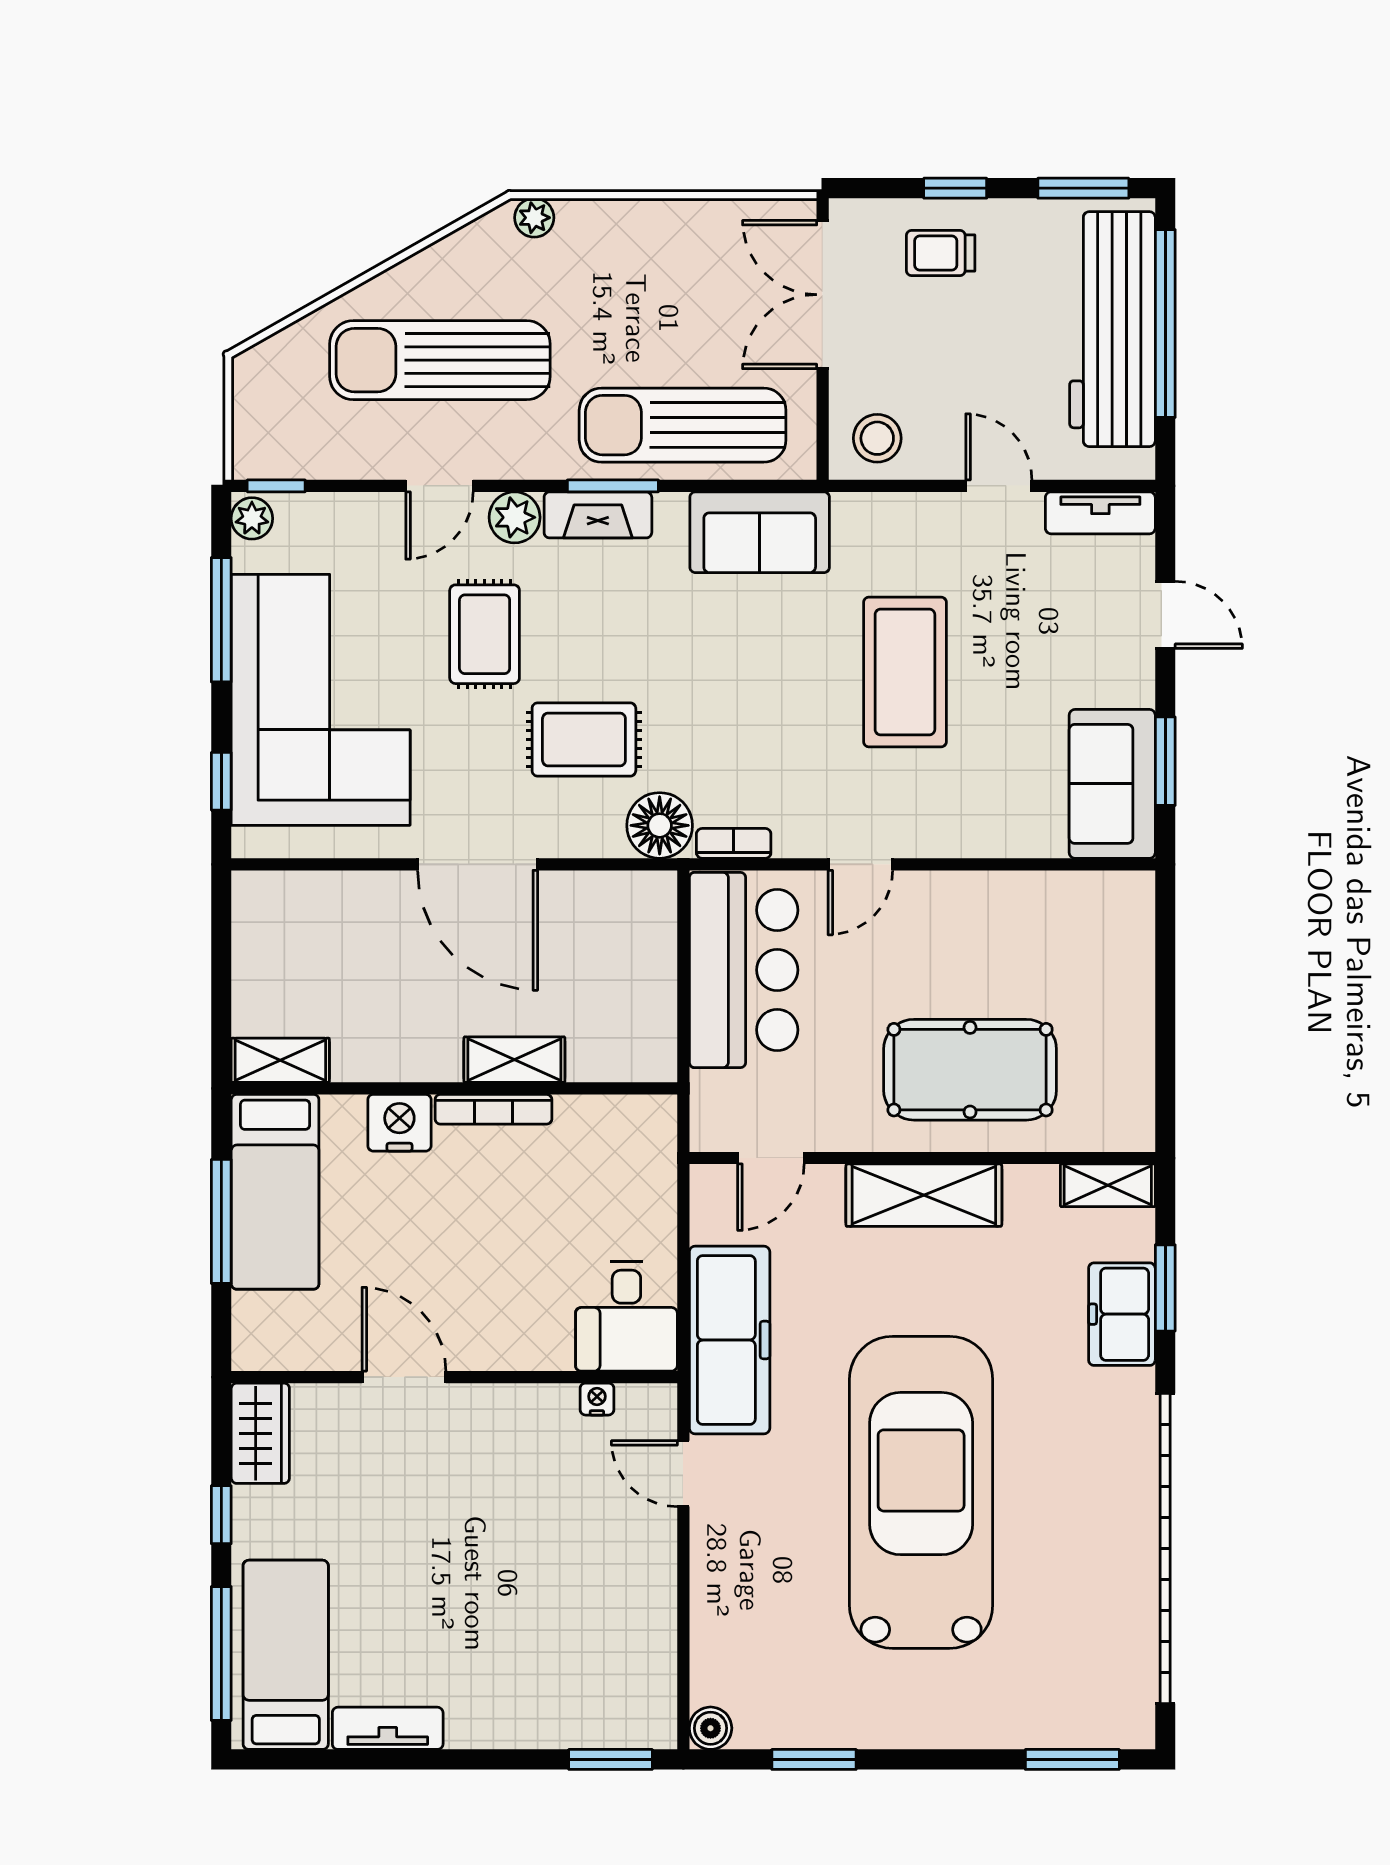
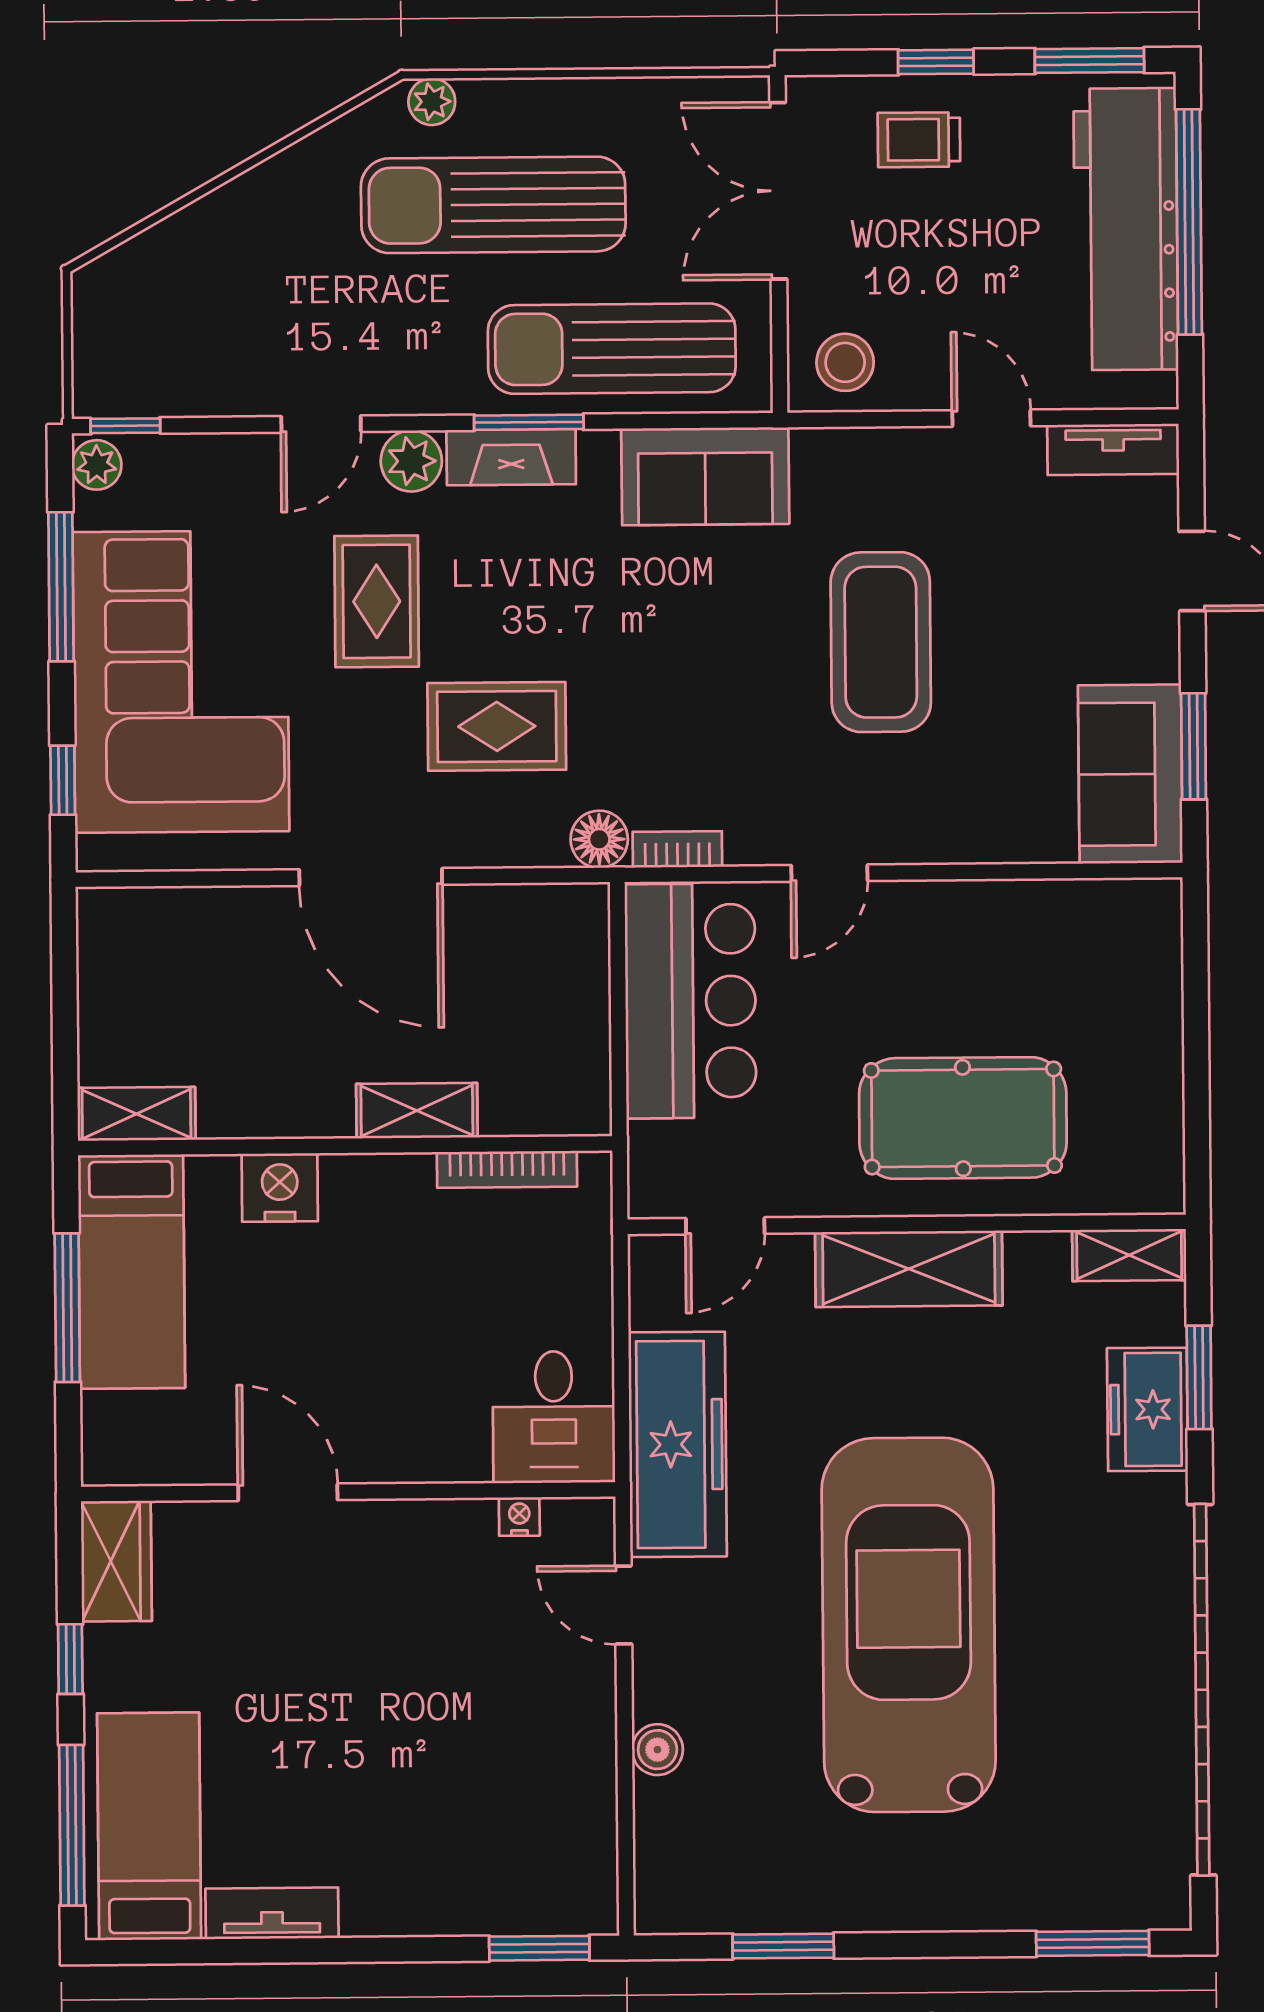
sun lounger: (440, 360) -> (493, 205), moved
floor lamp: (660, 825) -> (599, 839), width x0.73, depth x0.73
bookcase: (493, 1109) -> (507, 1169), moved
boiler: (711, 1728) -> (657, 1750), moved

